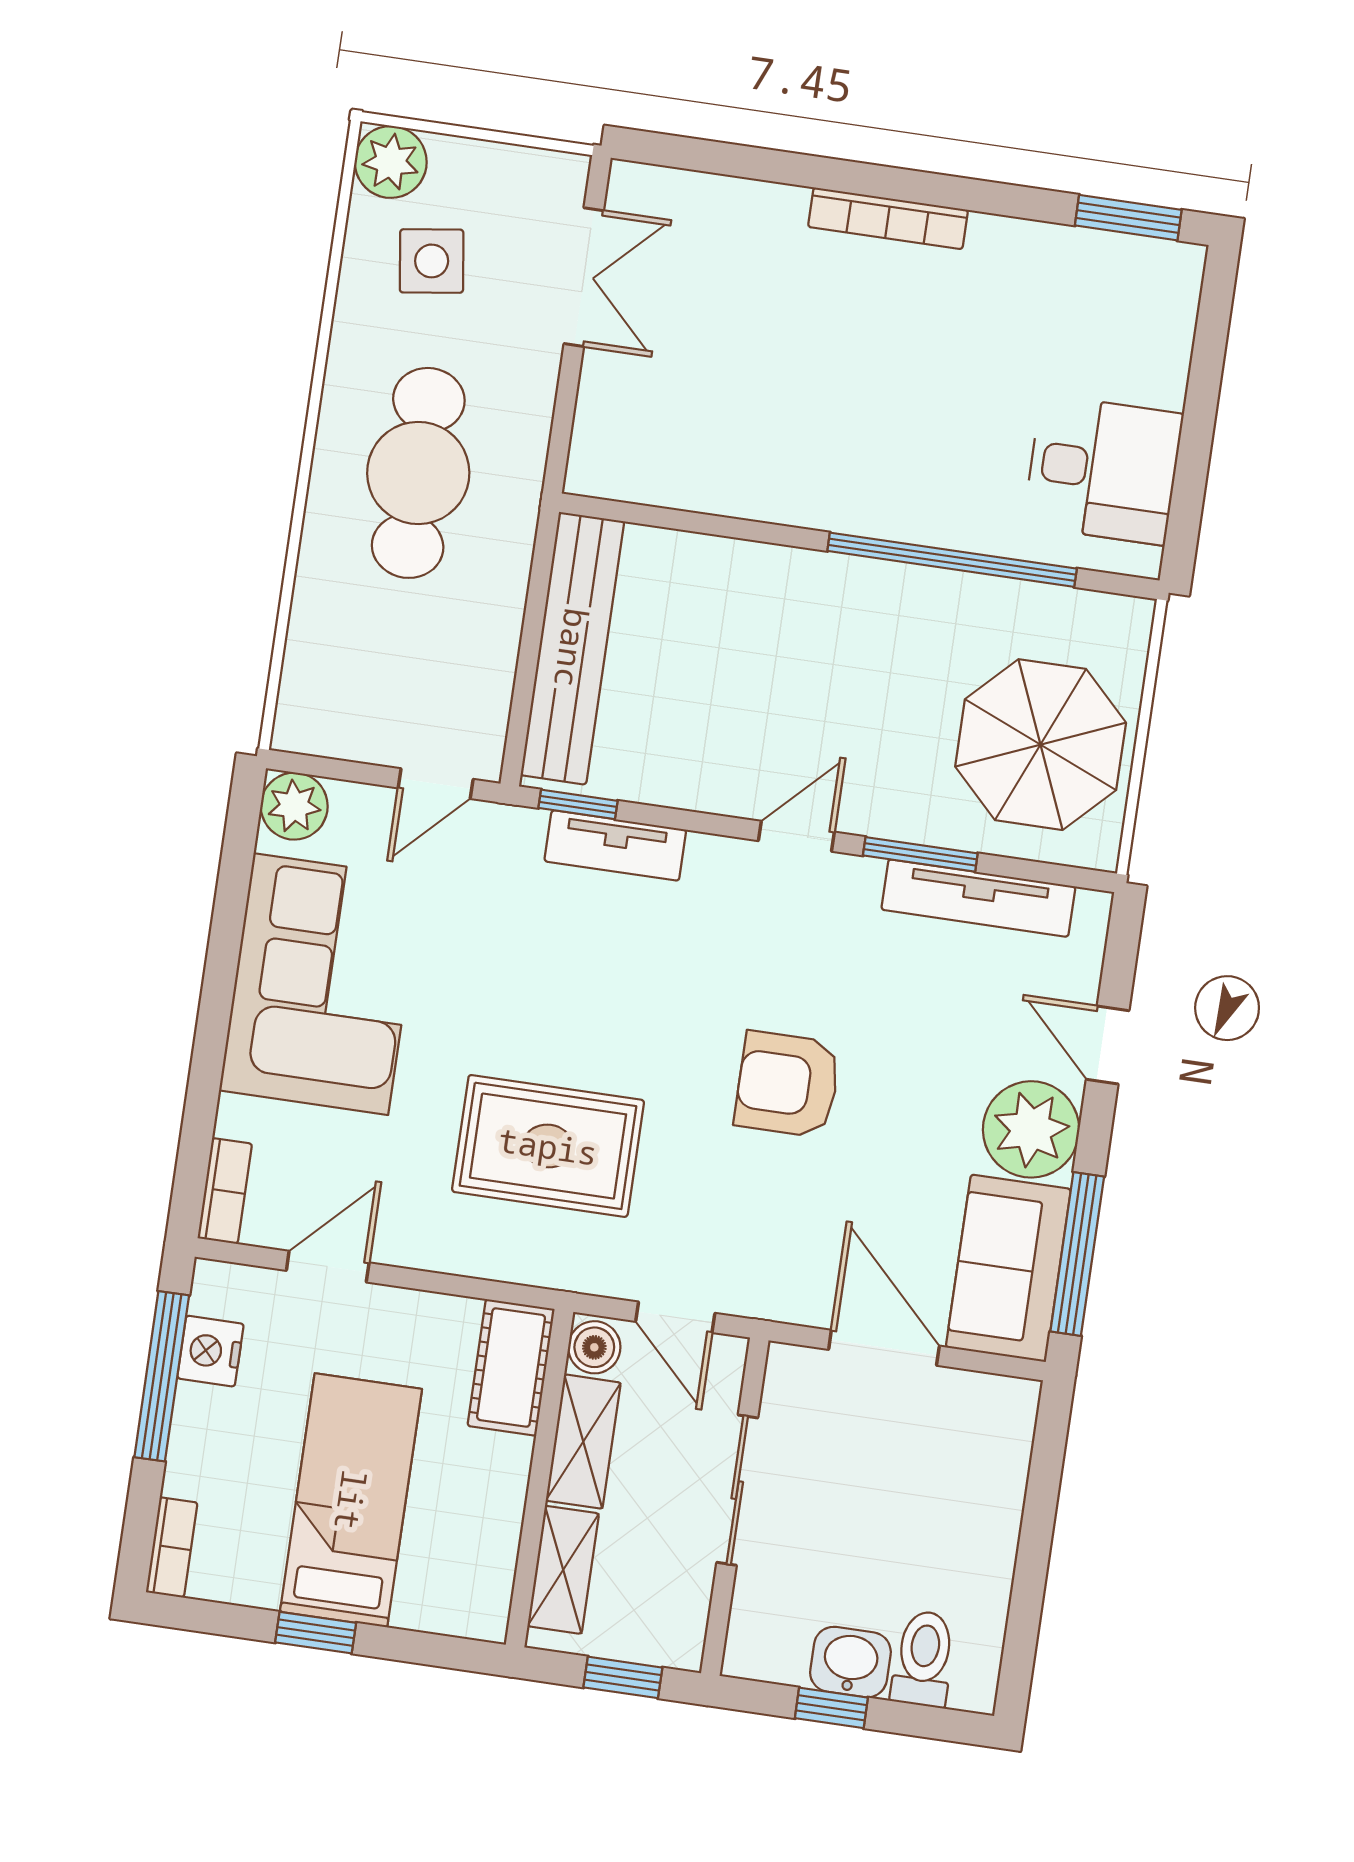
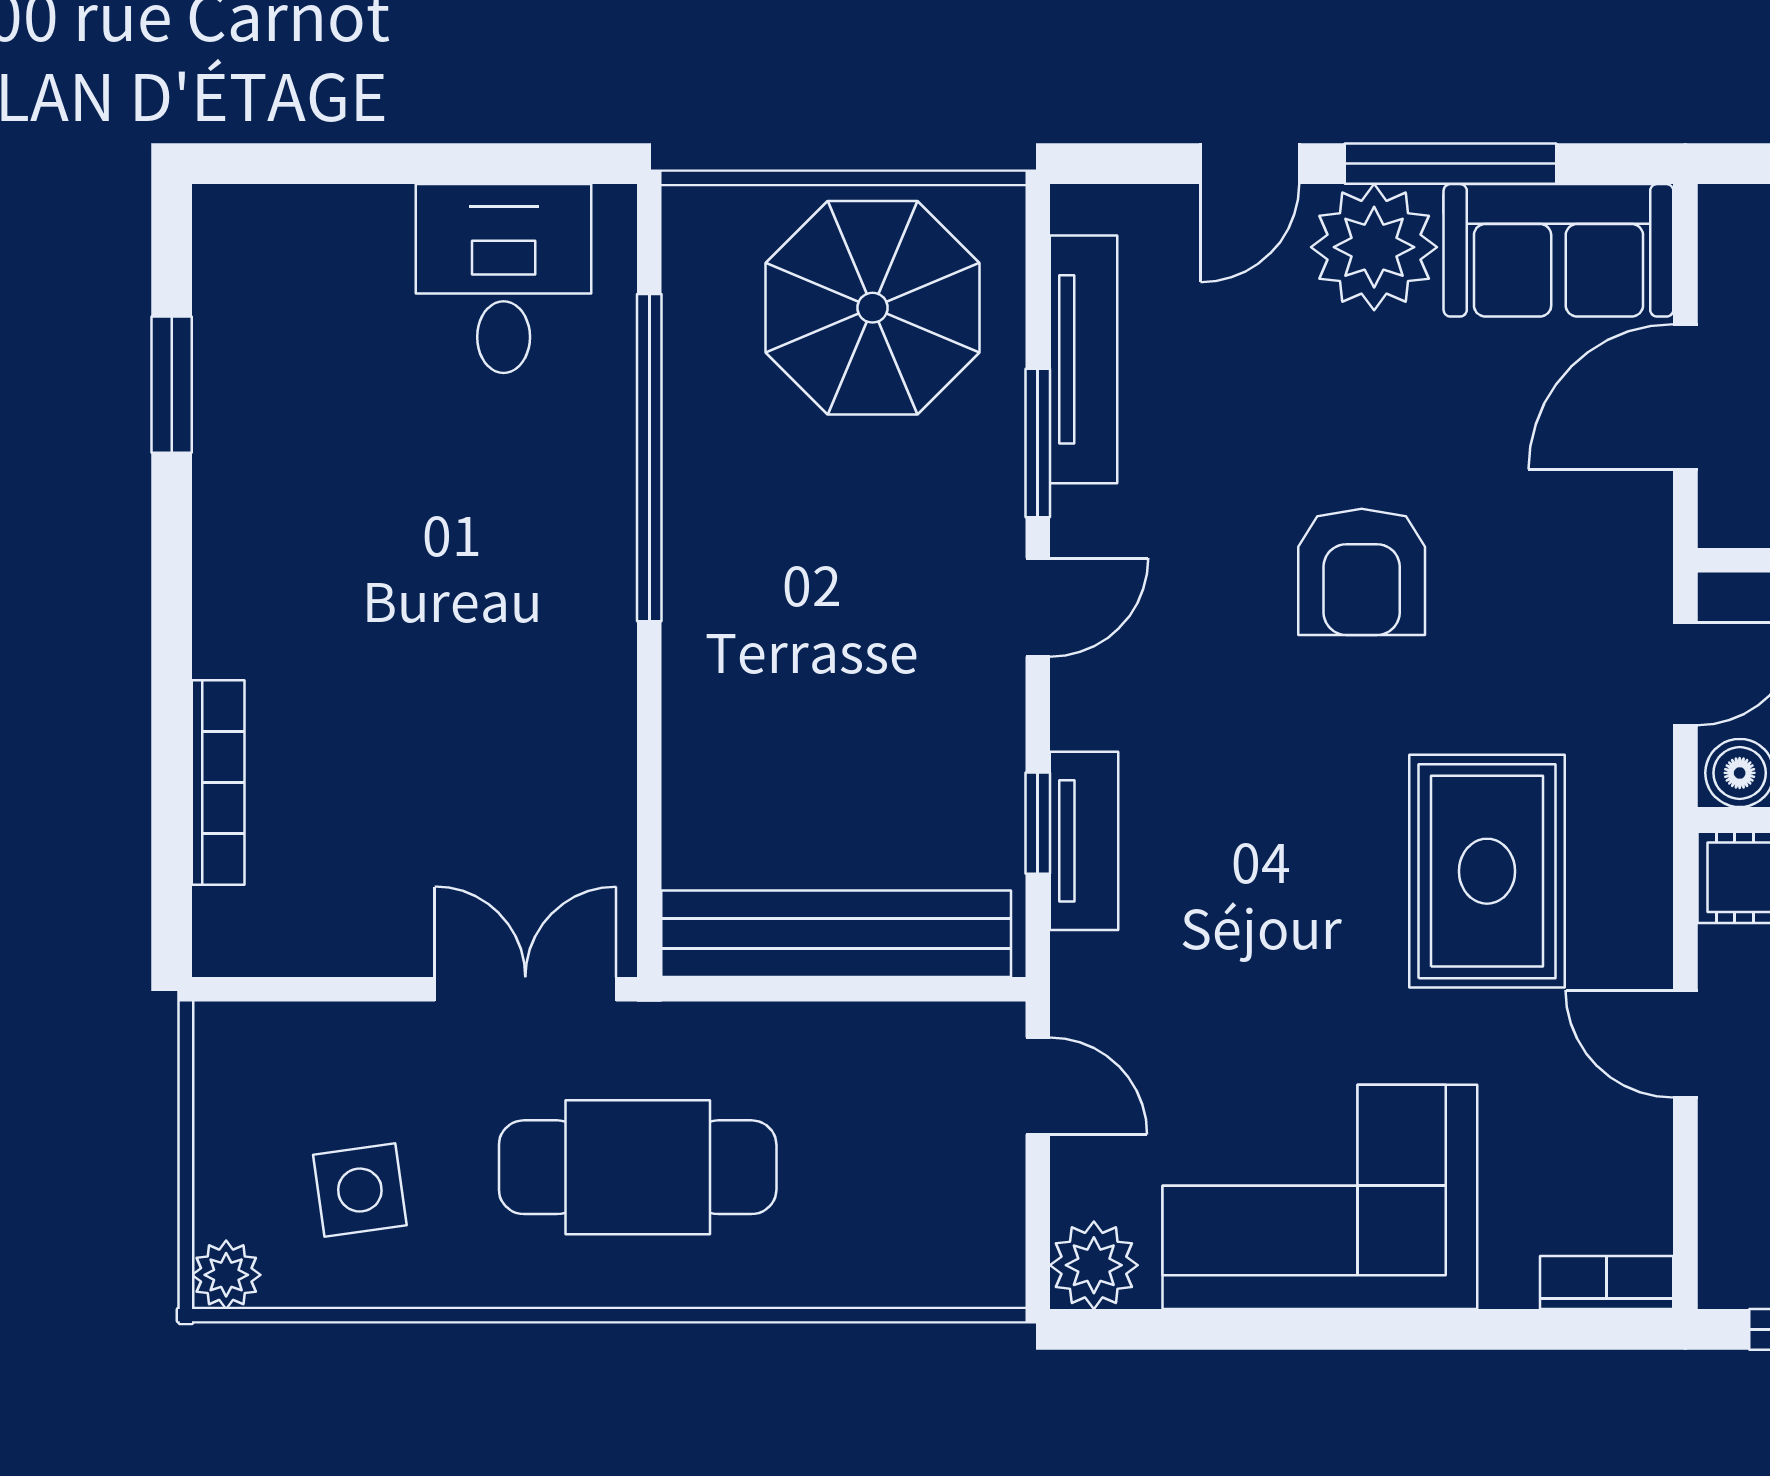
plant: (391, 162) -> (226, 1275), width x0.73, depth x0.73
bookcase: (888, 218) -> (218, 783), moved
window: (1128, 218) -> (172, 385), moved
double door: (584, 277) -> (525, 989), moved
window: (578, 804) -> (1038, 823), moved
door: (796, 836) -> (1038, 607), swing flipped
window: (1077, 1254) -> (1450, 164), moved
door: (328, 1267) -> (1685, 1044), moved

